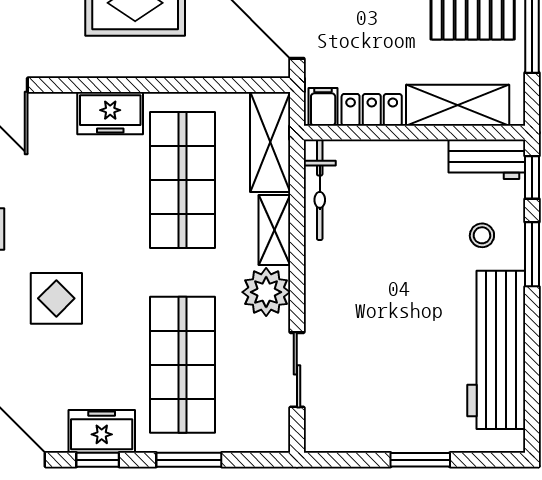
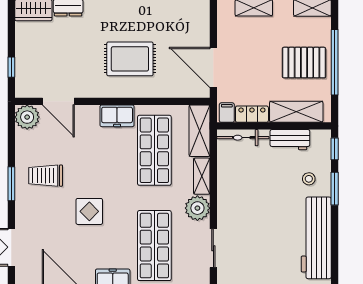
workbench: (487, 159) -> (290, 140), moved
bicycle: (320, 190) -> (243, 138), moved, turned 90

